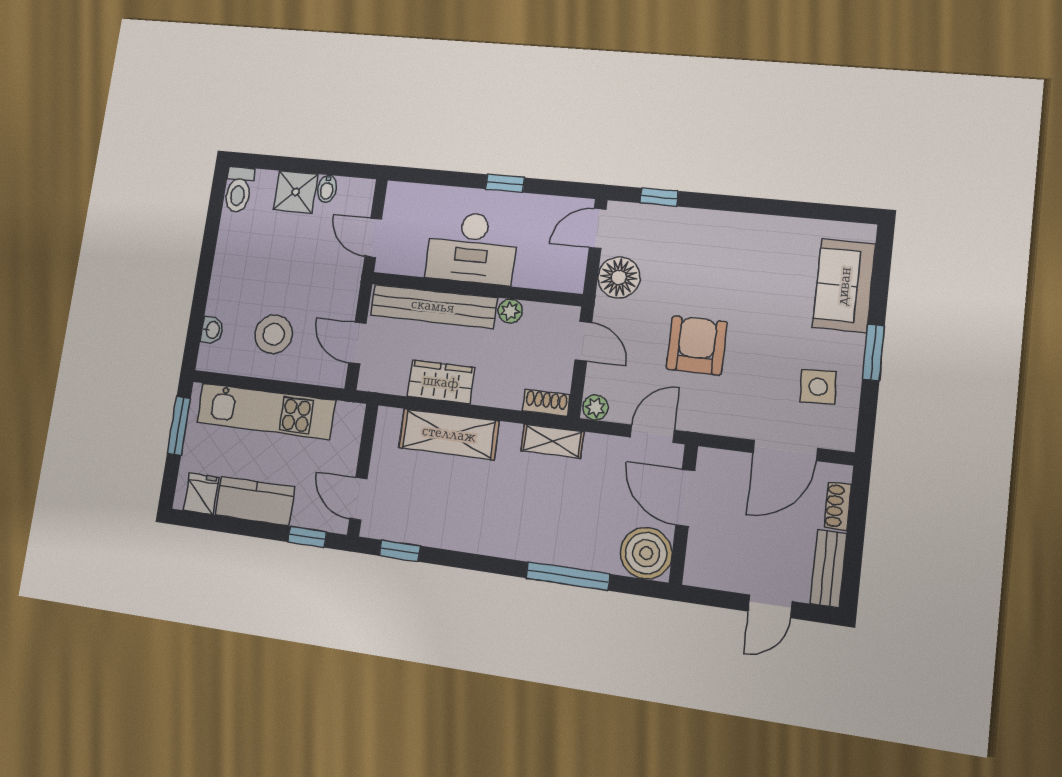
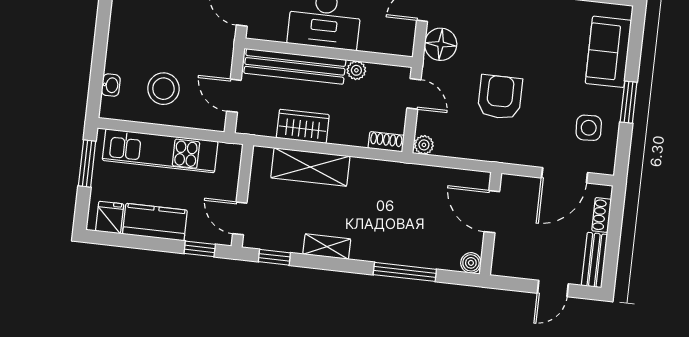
door: (652, 434) -> (467, 164), removed
shelving: (552, 441) -> (327, 247), moved
boiler: (646, 553) -> (471, 263), width x0.54, depth x0.54

